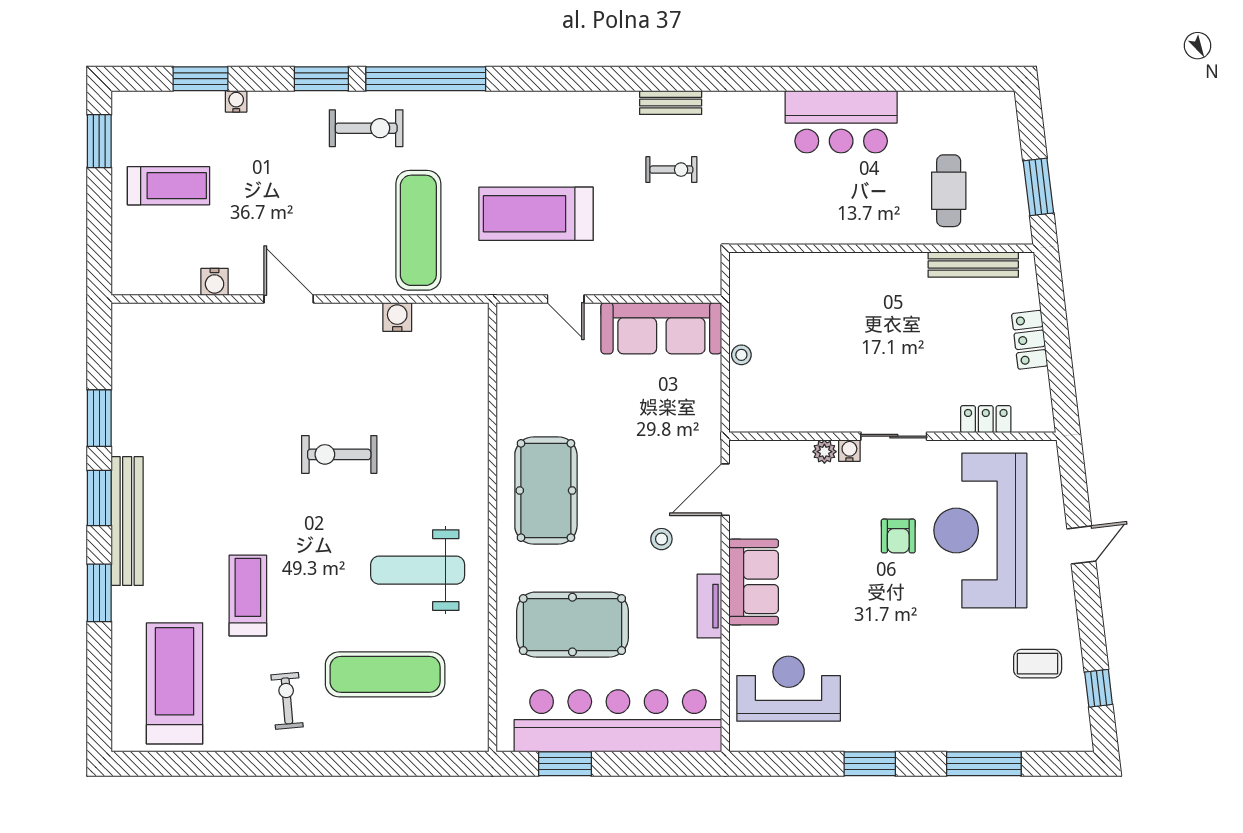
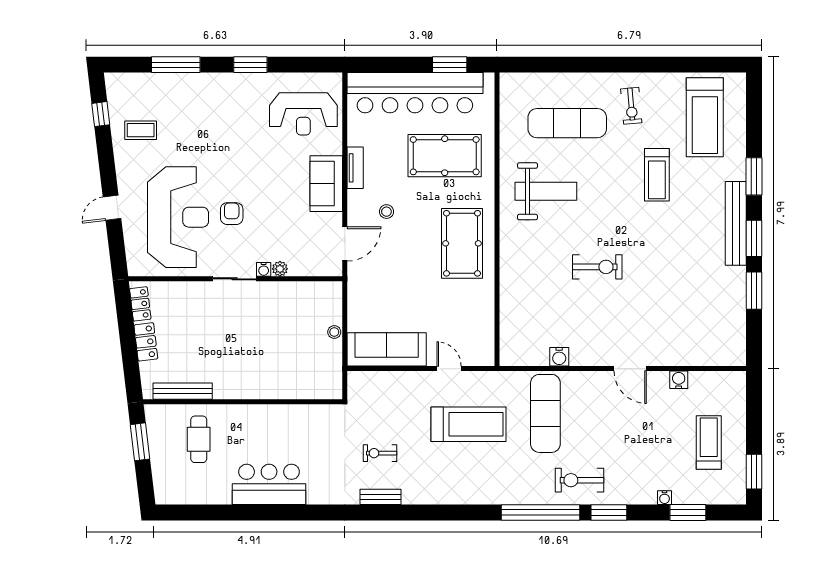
treadmill: (169, 186) -> (709, 443), turned 90
locker: (986, 419) -> (140, 304), moved, turned -97

